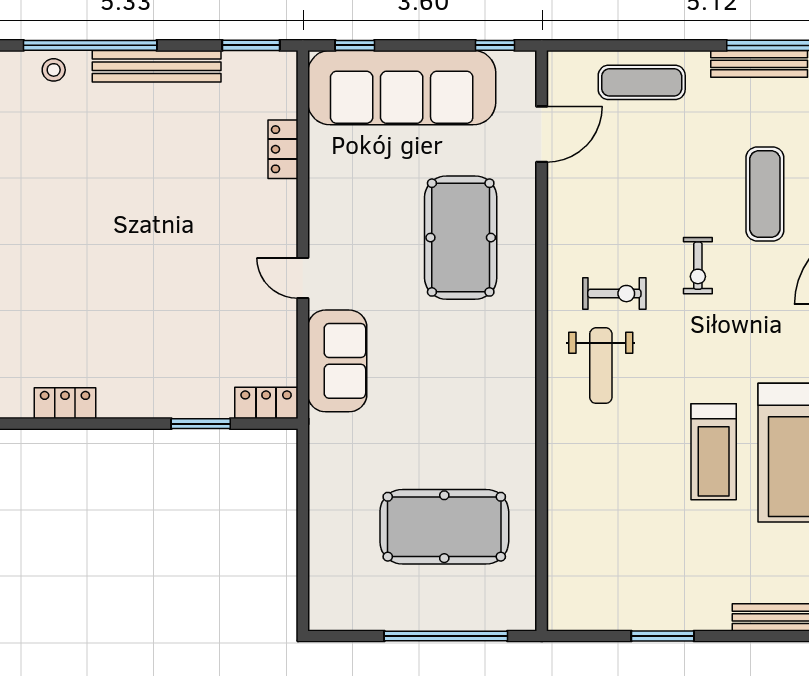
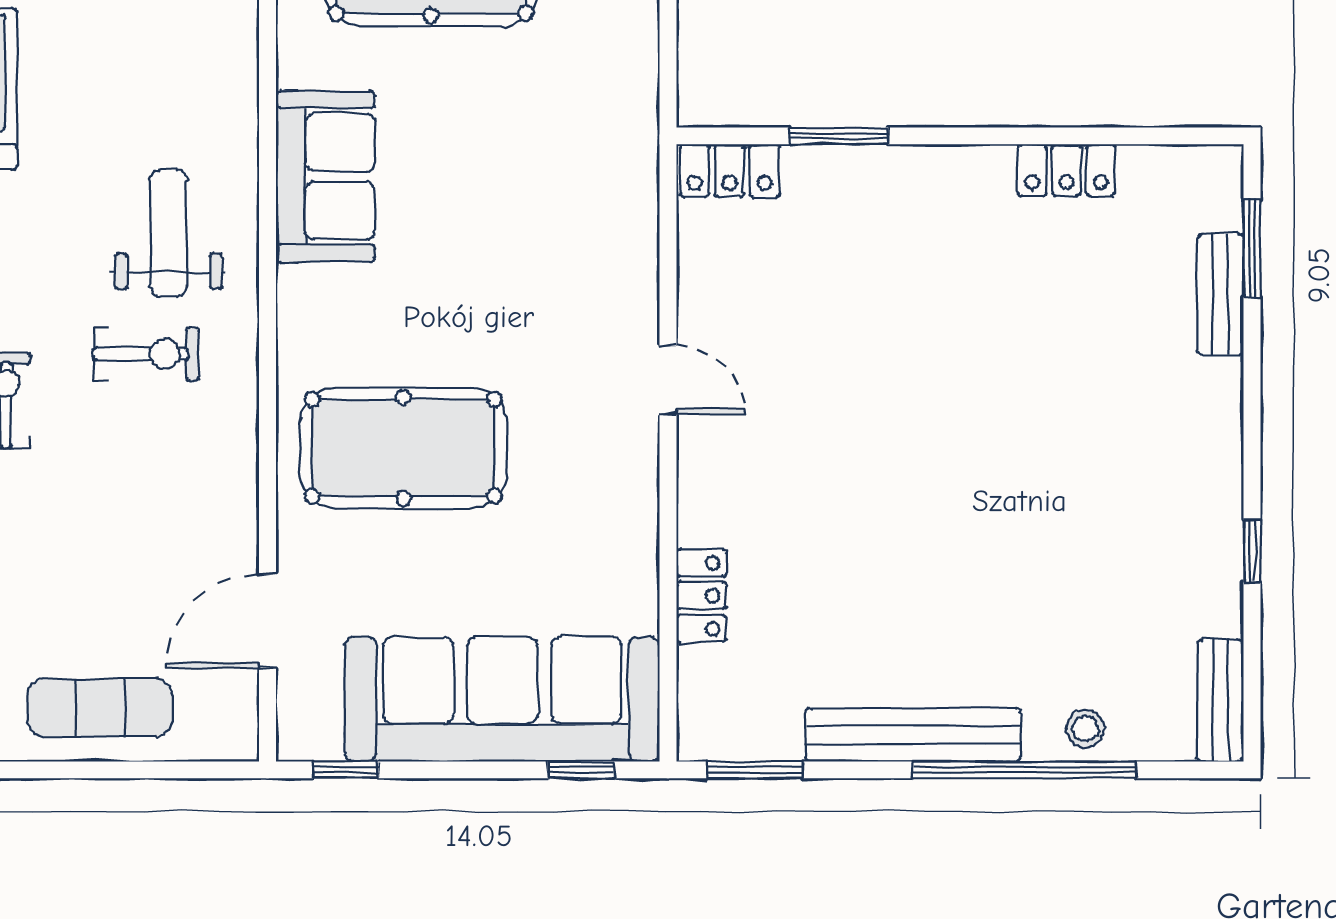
pool table: (461, 238) -> (403, 448), turned 90
exercise bike: (614, 294) -> (146, 354), turned 180
sofa: (337, 361) -> (325, 176), moved, turned 180

